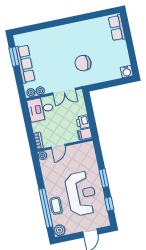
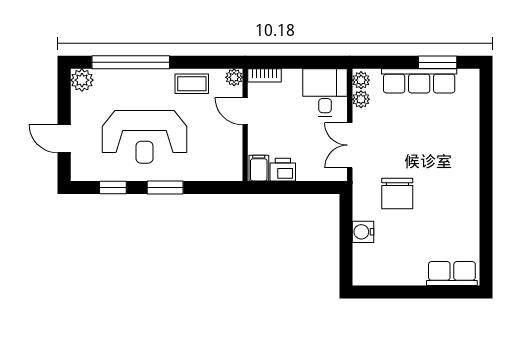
chair: (83, 63) -> (397, 193), turned 180
water cooler: (127, 72) -> (363, 232), moved
coffee table: (56, 206) -> (192, 84), moved

